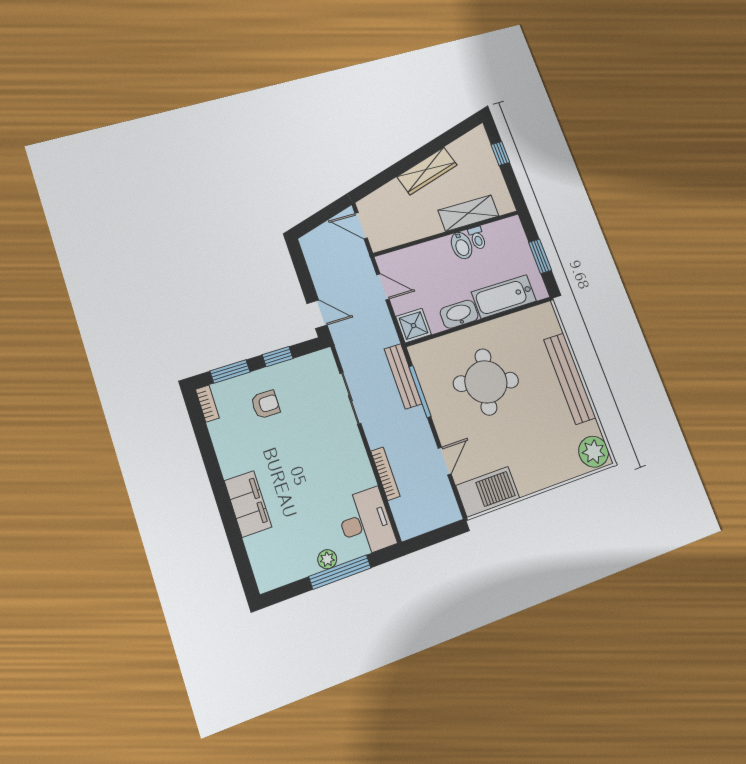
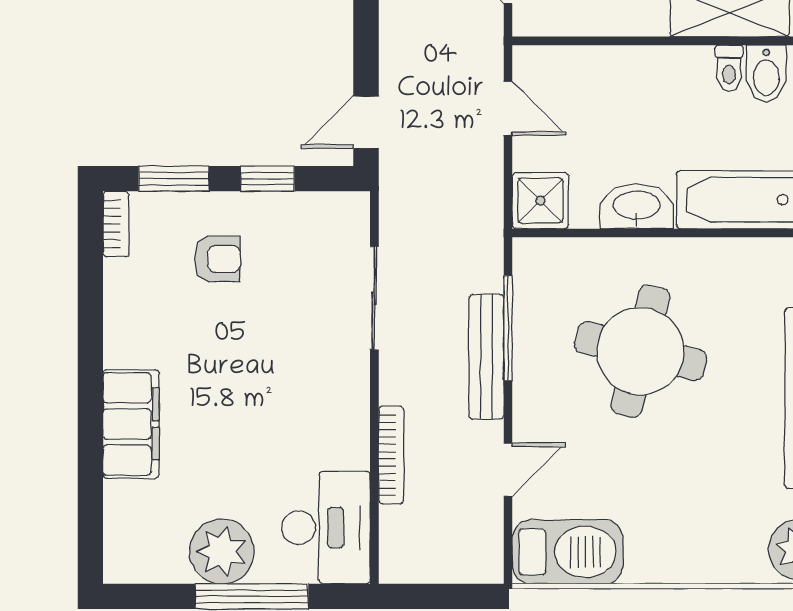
bidet: (462, 245) -> (766, 74), moved
door: (317, 314) -> (366, 122), swing flipped
bench: (403, 376) -> (486, 357), moved
plant: (327, 559) -> (222, 552), width x1.87, depth x1.87

